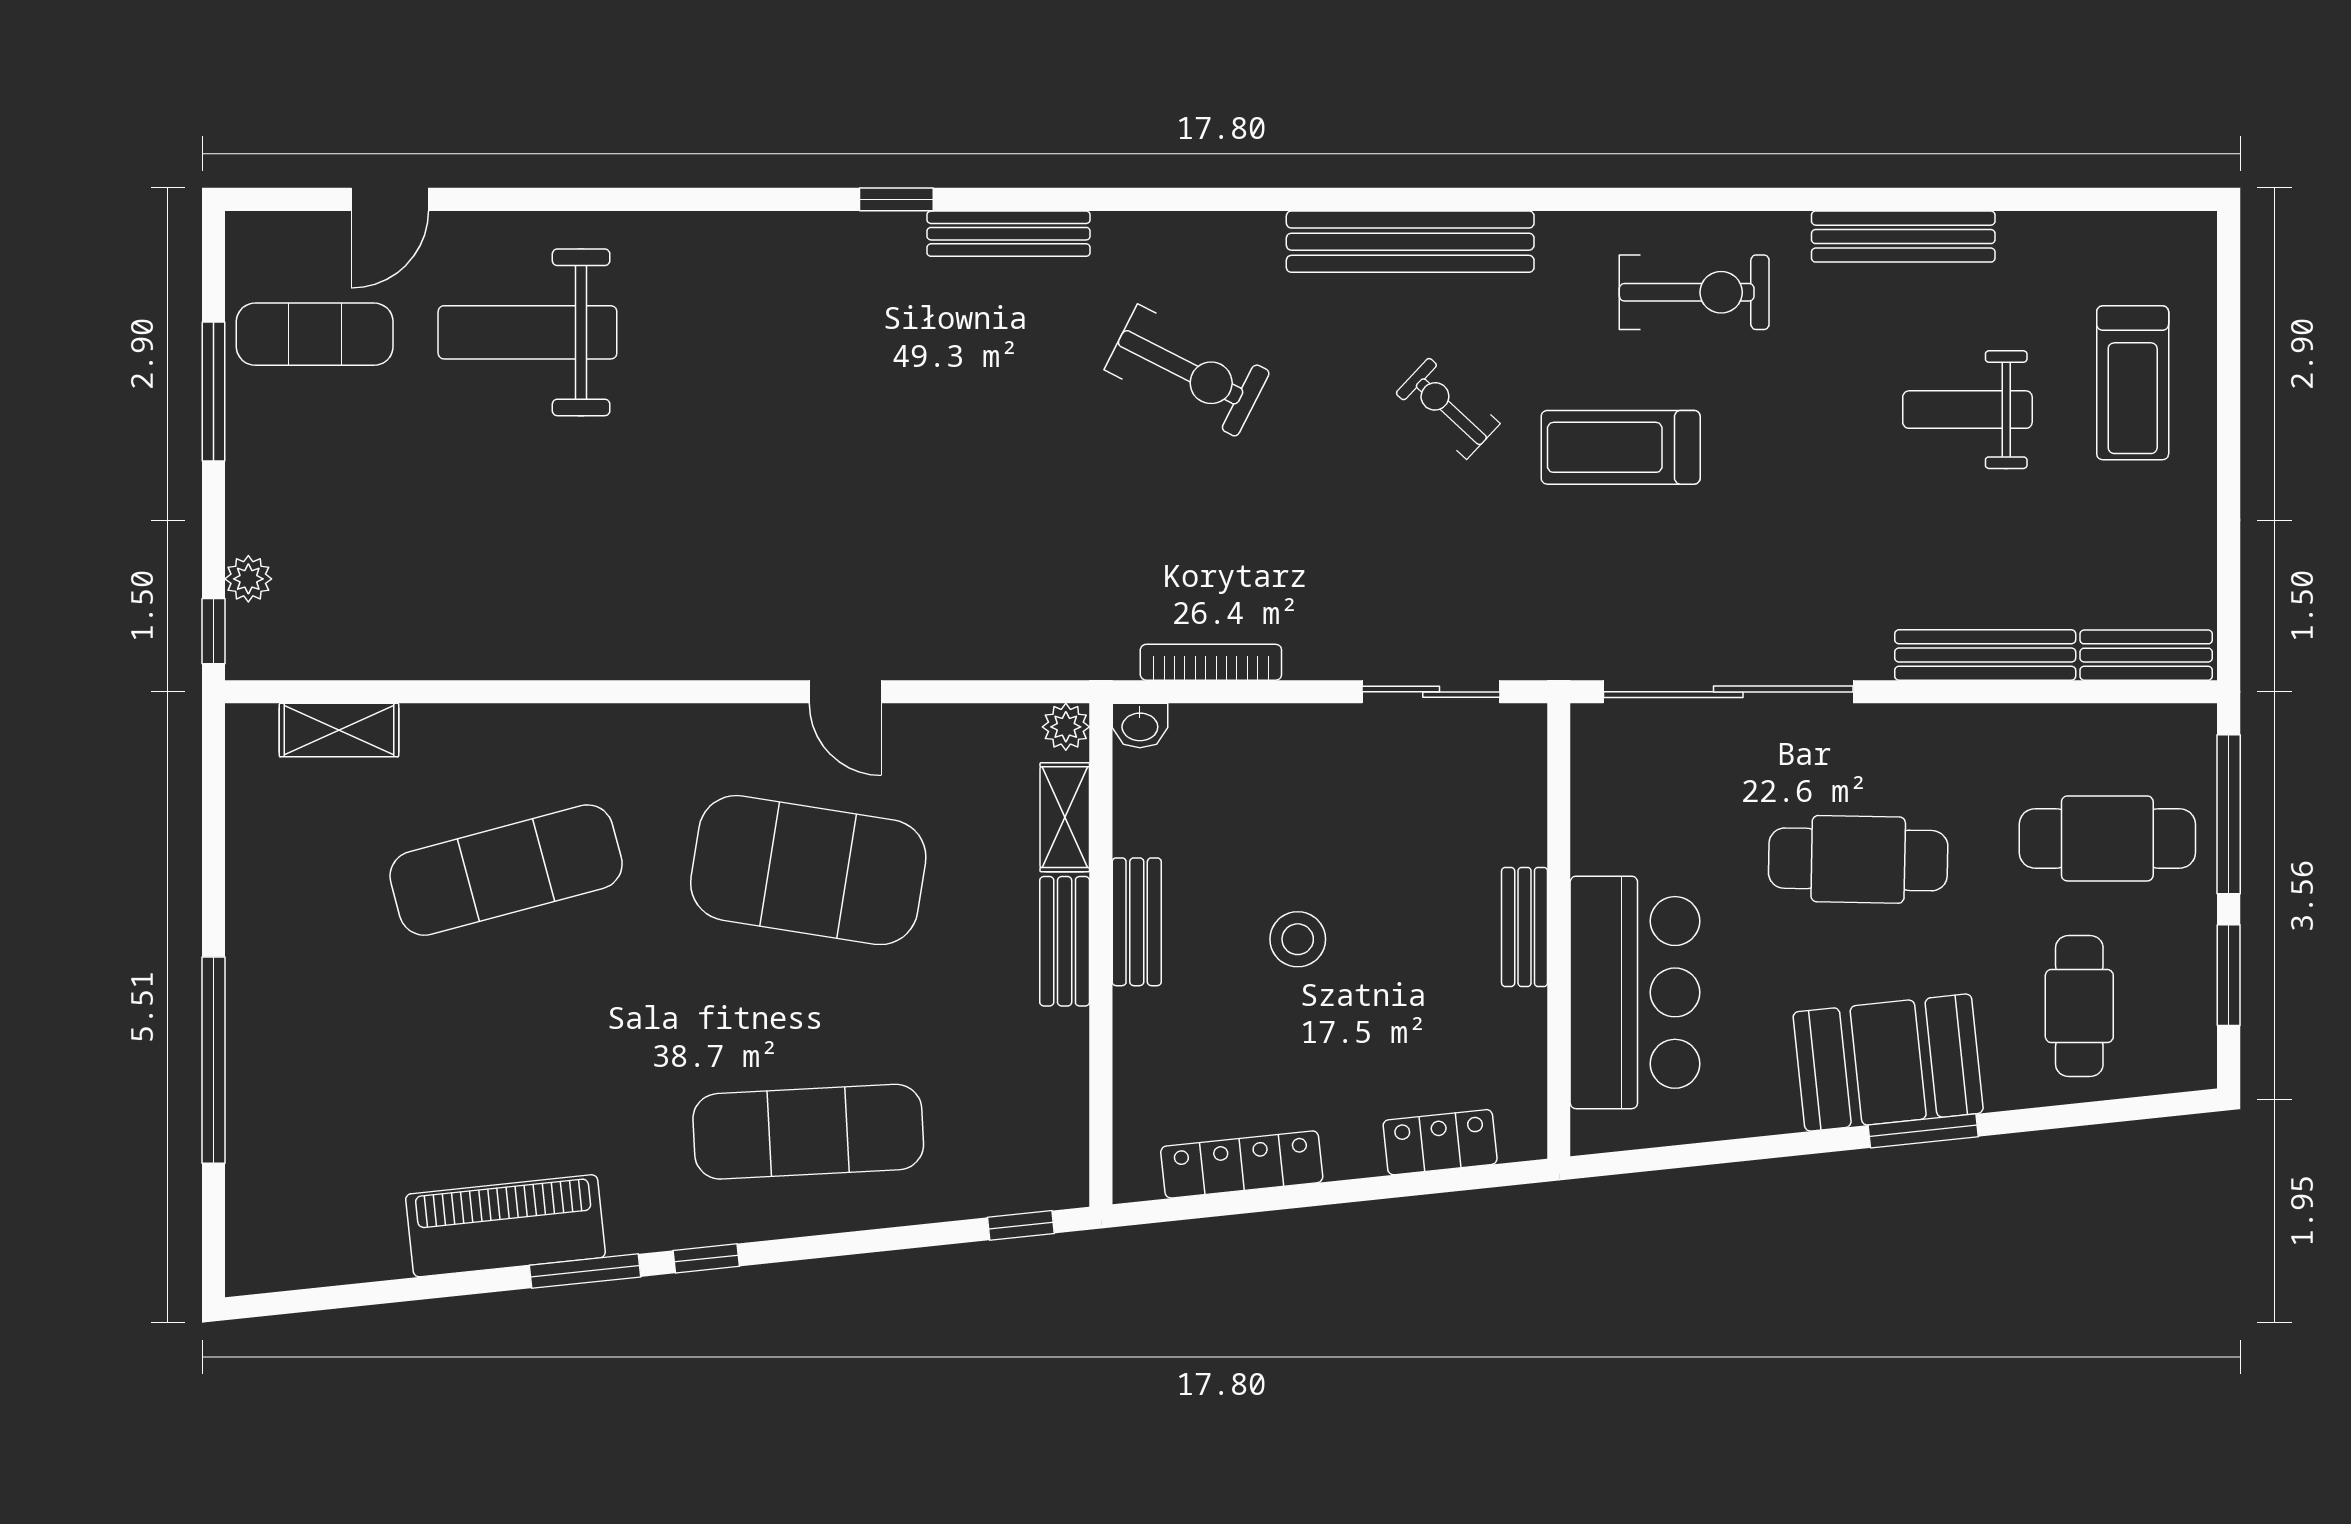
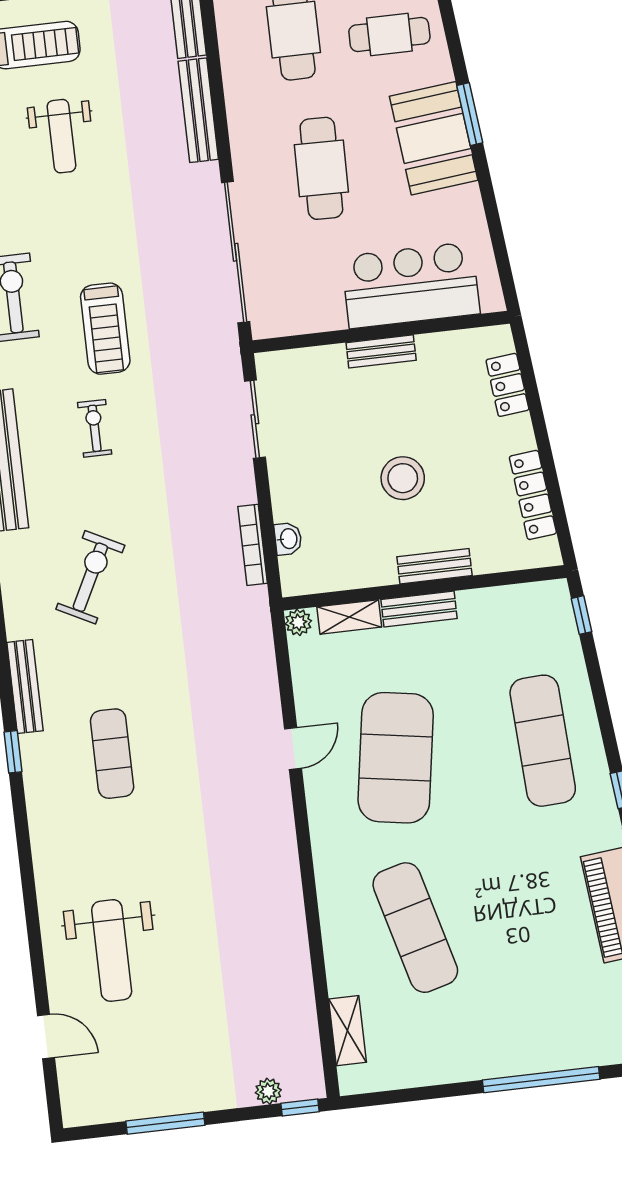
exercise mat: (315, 334) -> (112, 754), moved
exercise bike: (1448, 408) -> (95, 428), turned 137
washbasin: (1140, 726) -> (288, 539), moved
bench: (1137, 922) -> (434, 566), moved
stool: (1298, 939) -> (403, 478), width x1.38, depth x1.38

